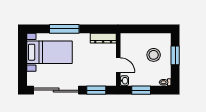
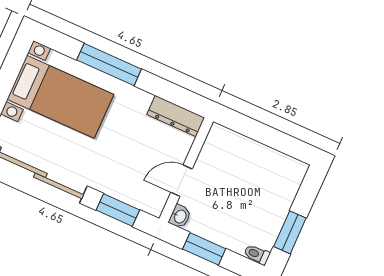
stool: (154, 55) -> (258, 192), removed
window: (175, 55) -> (290, 232), moved
door: (118, 65) -> (182, 181), swing flipped

